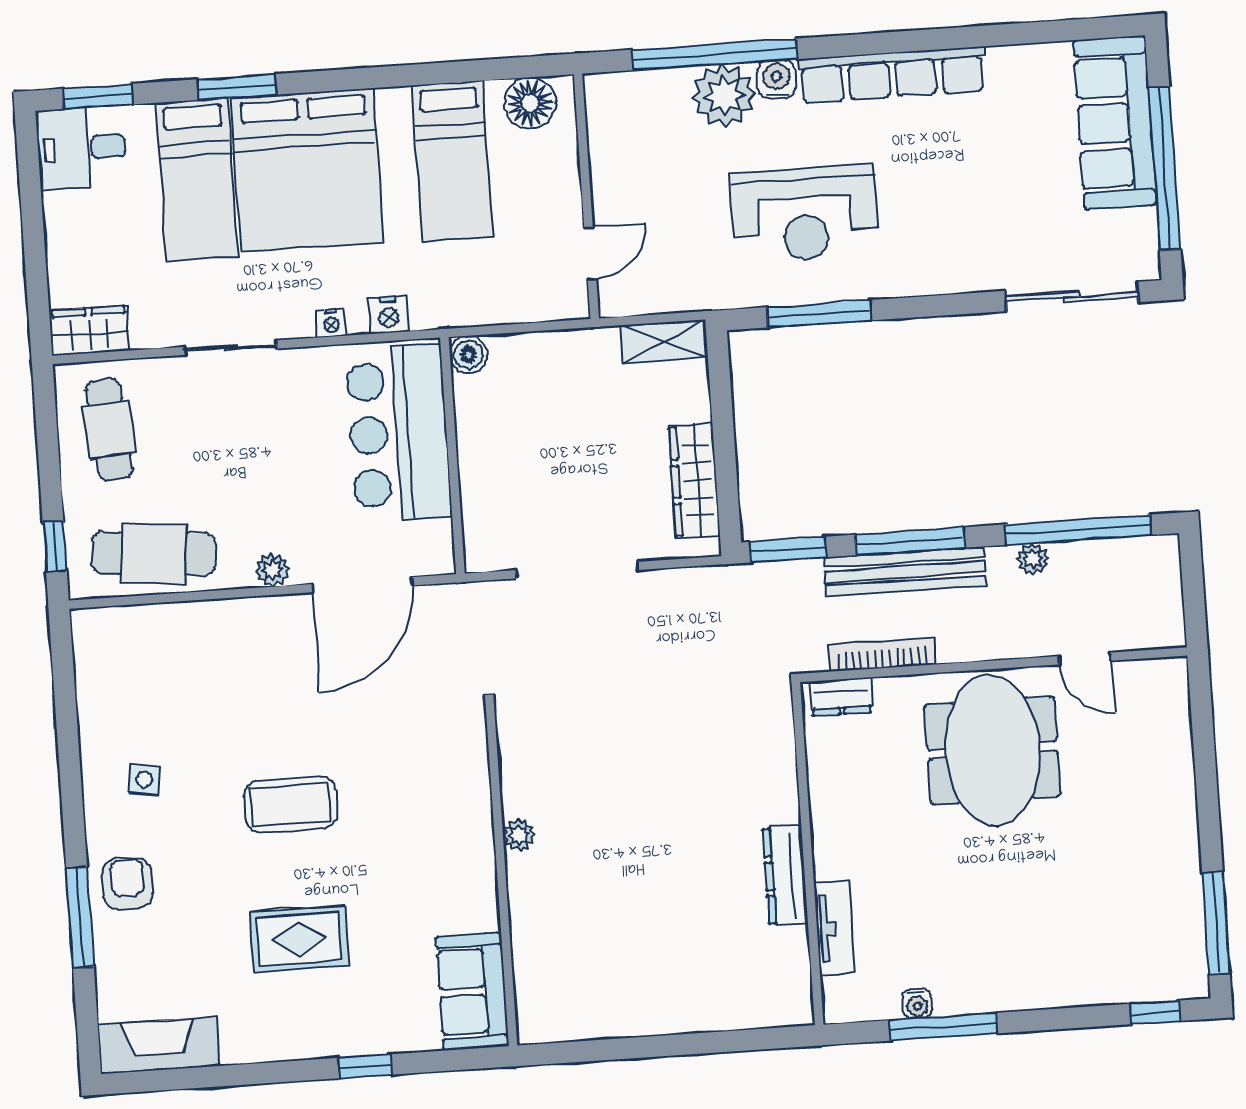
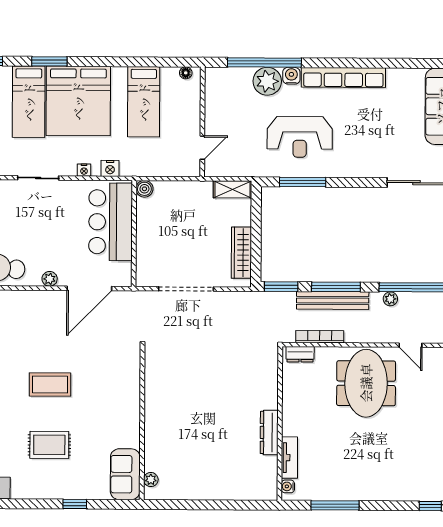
floor lamp: (530, 103) -> (186, 73), width x0.53, depth x0.53
plant: (519, 835) -> (151, 480), moved
water cooler: (917, 1004) -> (288, 486), moved, turned 90

